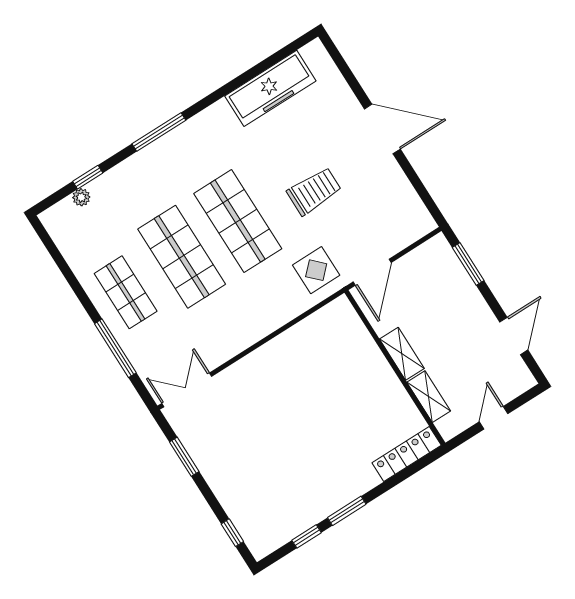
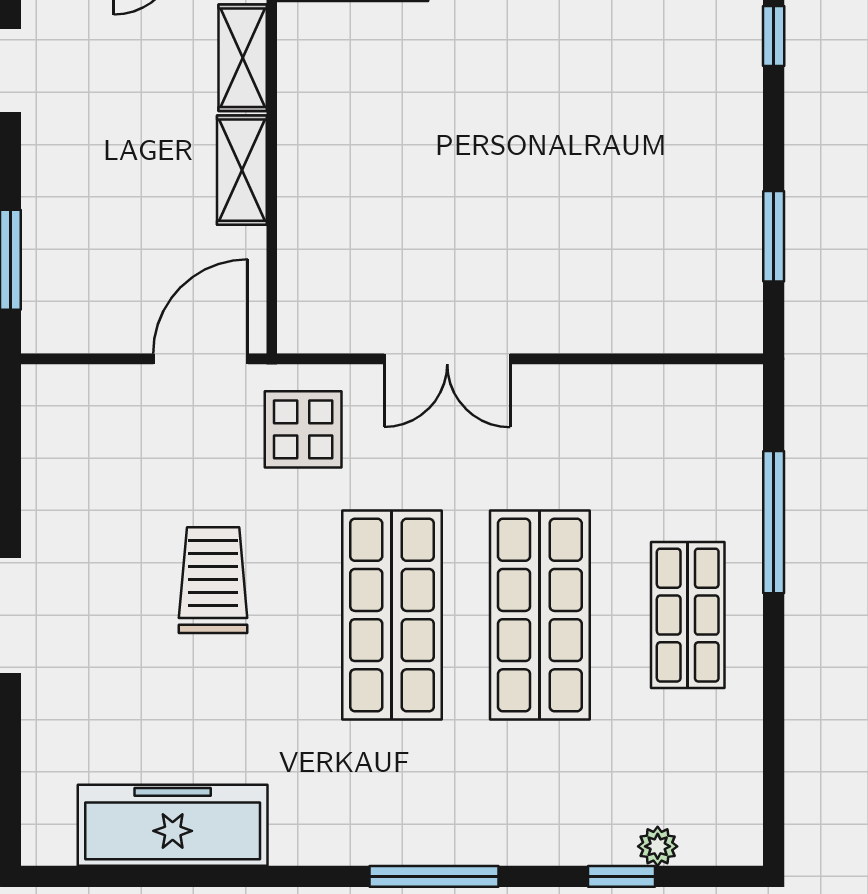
trolley: (314, 191) -> (213, 580), turned 90
double door: (187, 390) -> (447, 359), moved

